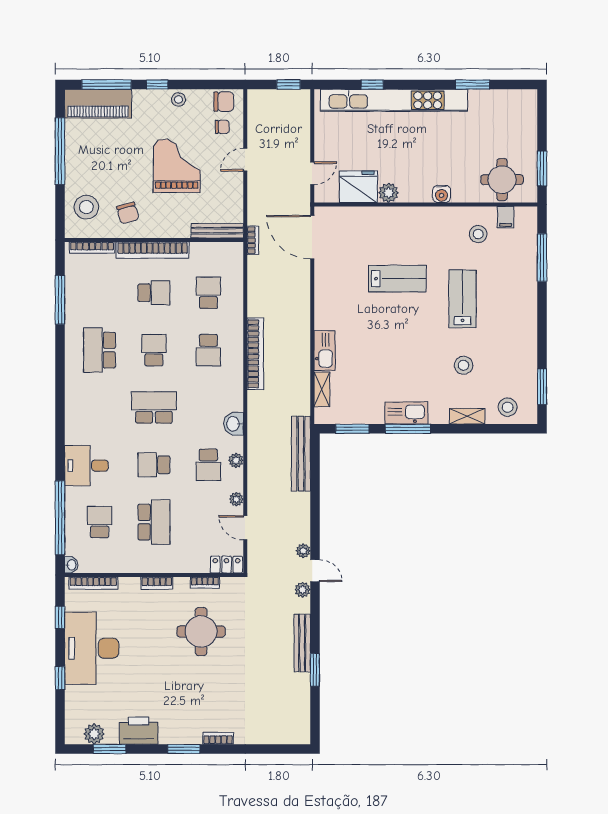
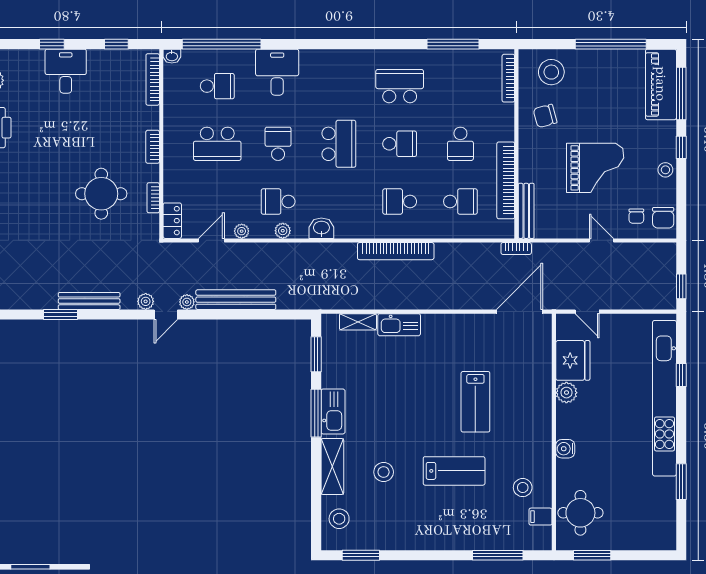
bookcase: (153, 250) -> (506, 180), moved
shelving: (467, 416) -> (332, 467), width x1.50, depth x1.33
bench: (301, 454) -> (236, 300), moved
desk: (92, 648) -> (66, 71), width x0.53, depth x0.77

